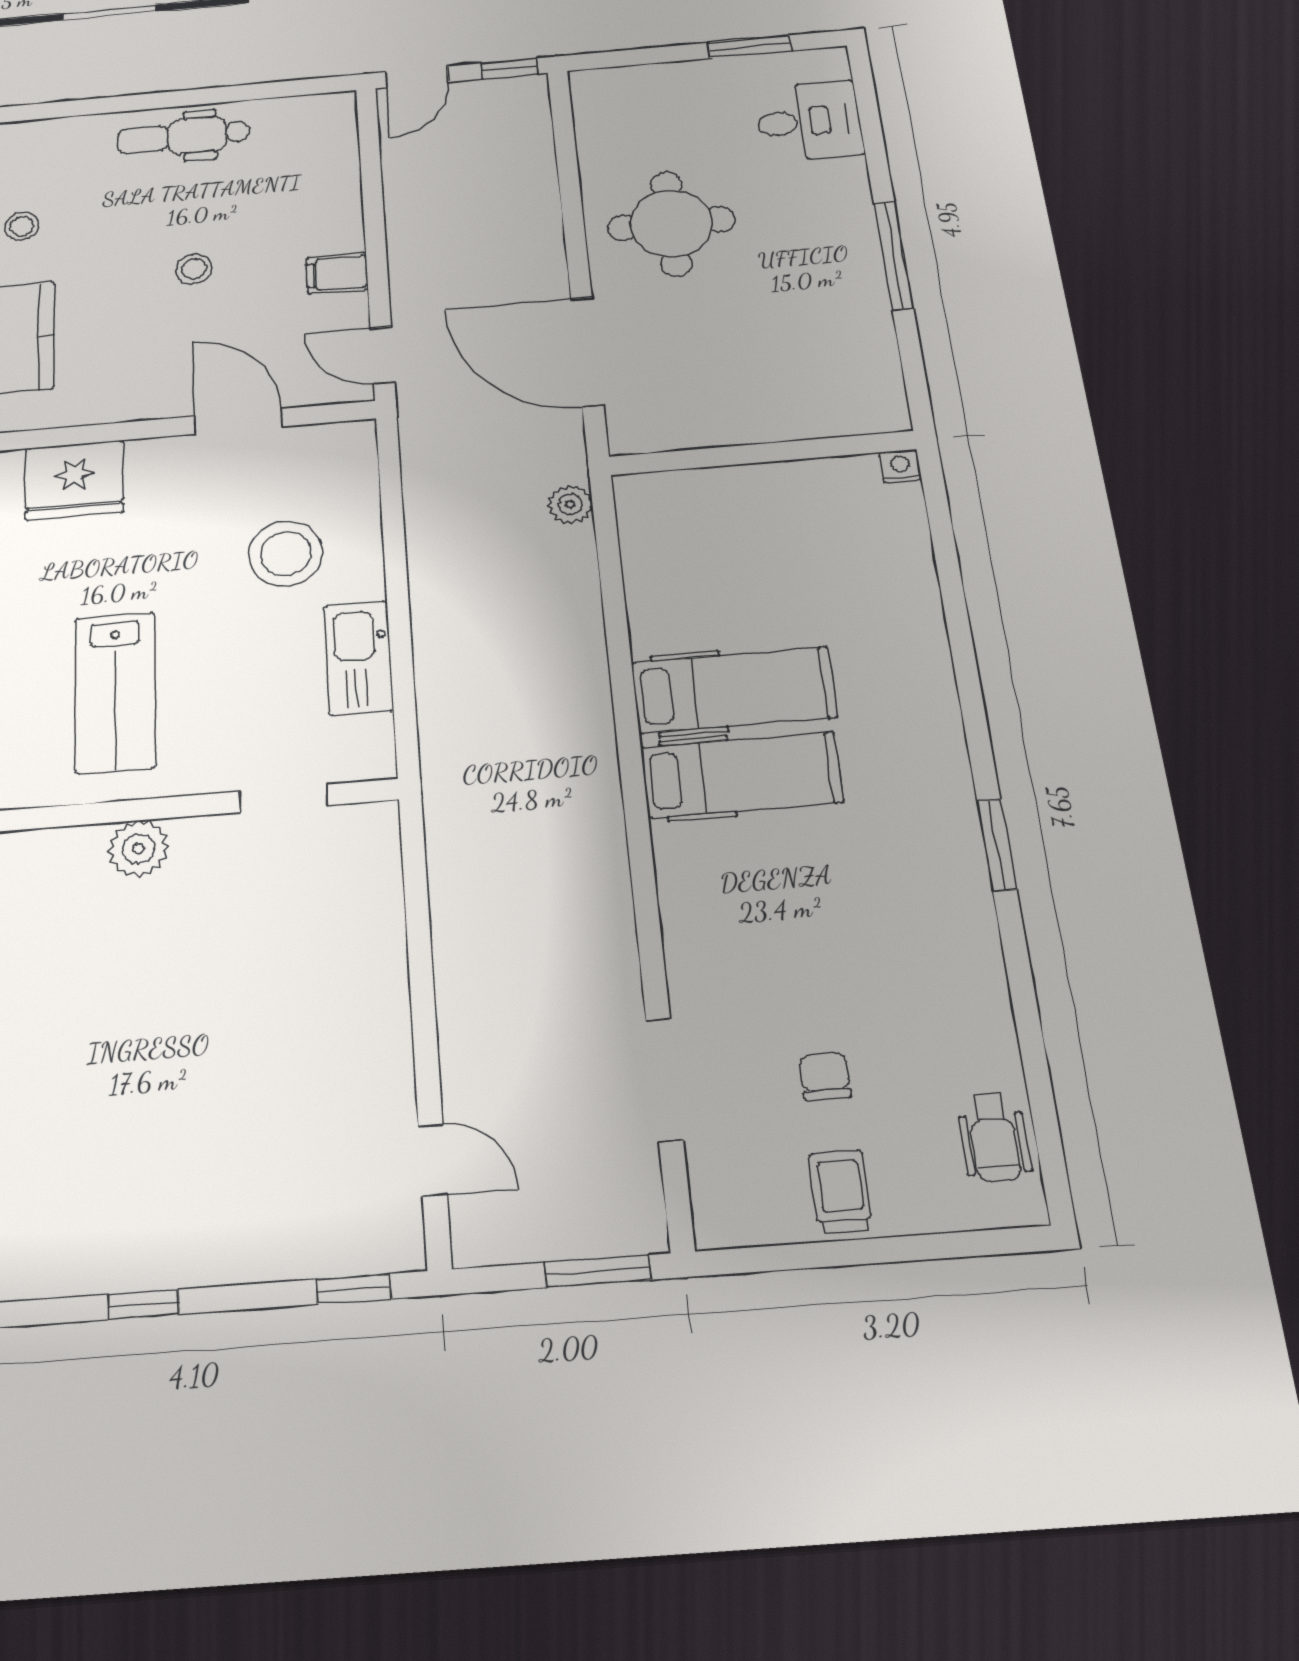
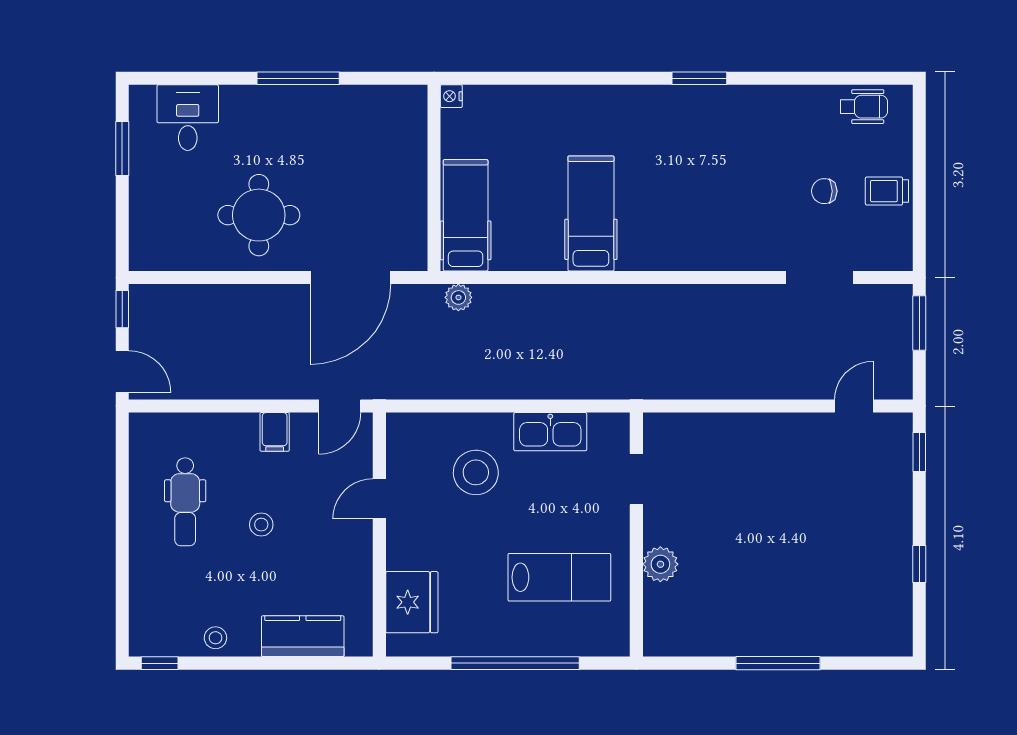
dental chair: (184, 136) -> (185, 502), moved
door: (238, 421) -> (379, 499), width x0.73
hospital bed: (741, 775) -> (466, 215), moved

